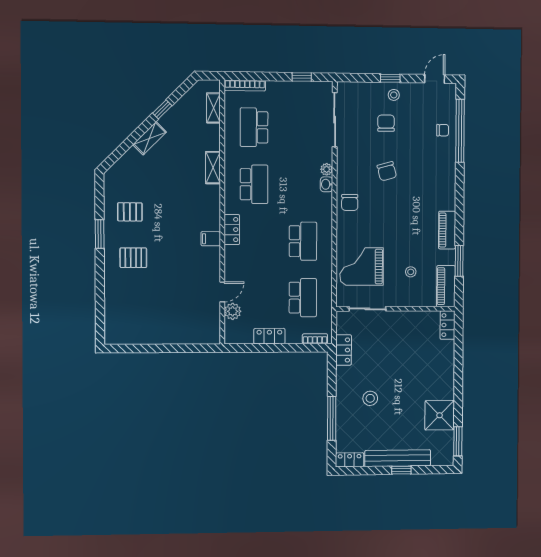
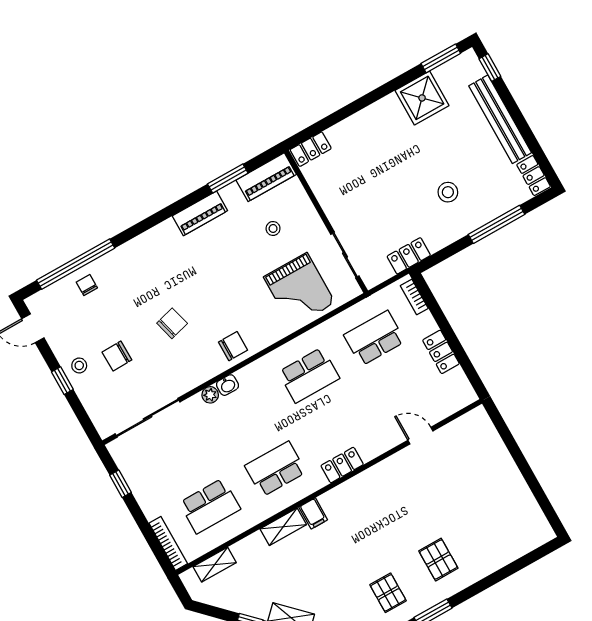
filing cabinet: (211, 239) -> (313, 513), moved
school desk: (303, 241) -> (309, 375), turned 180
plant: (233, 311) -> (436, 411), removed
window: (401, 470) -> (490, 68), moved

